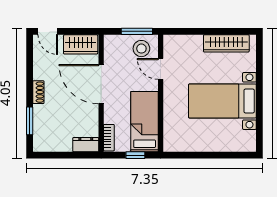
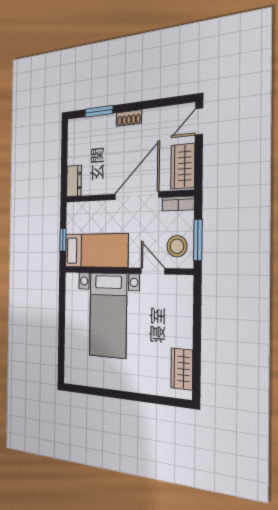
wardrobe: (226, 43) -> (182, 369), width x0.67
door: (161, 69) -> (153, 271), hinge flipped
bed with nightstands: (222, 101) -> (108, 315), moved, turned 180
bookcase: (109, 138) -> (178, 204), moved

